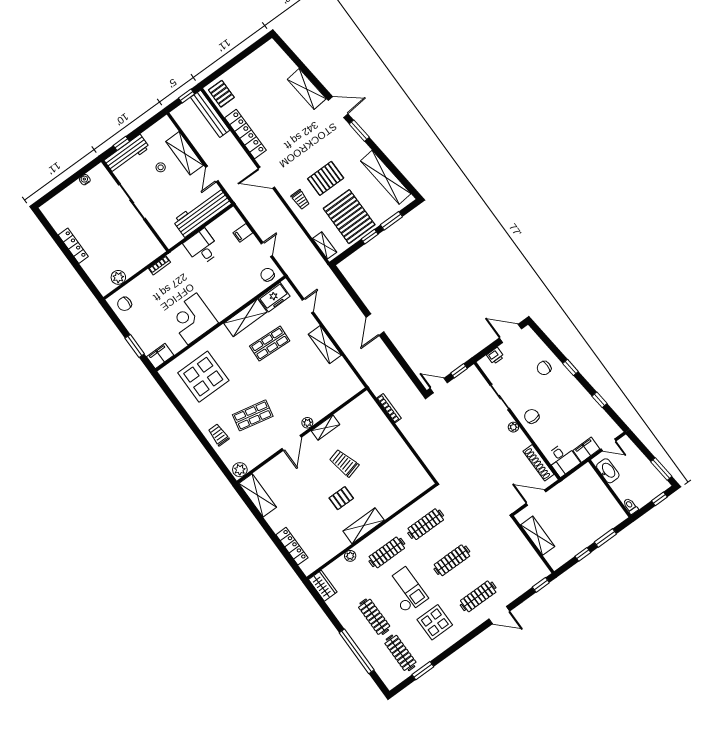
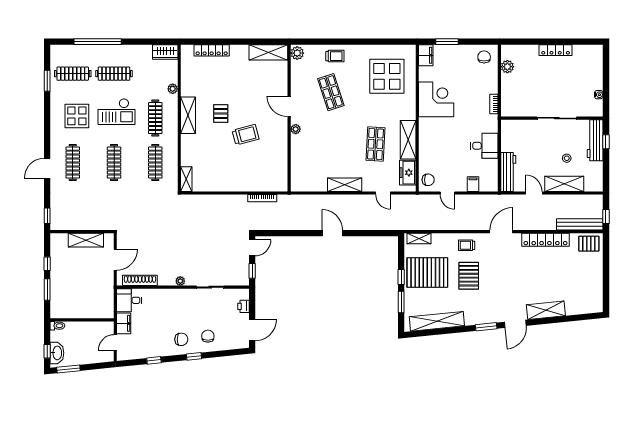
workbench: (202, 212) -> (508, 172), width x0.73, depth x0.76
shop shelf: (253, 415) -> (331, 92), turned -30
chair: (532, 416) -> (181, 339), moved
shelving: (326, 428) -> (186, 179), moved
washbasin: (608, 471) -> (57, 353), moved, turned -90

